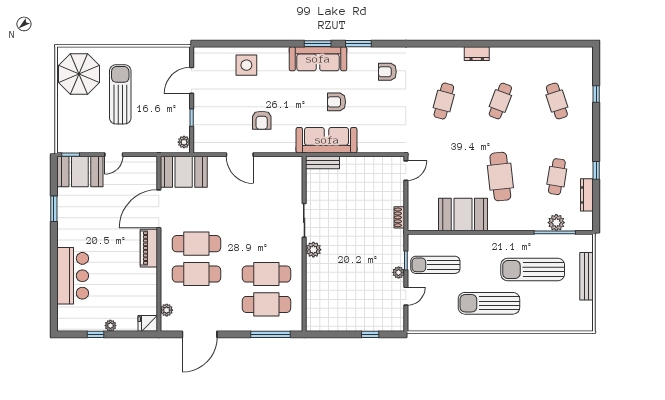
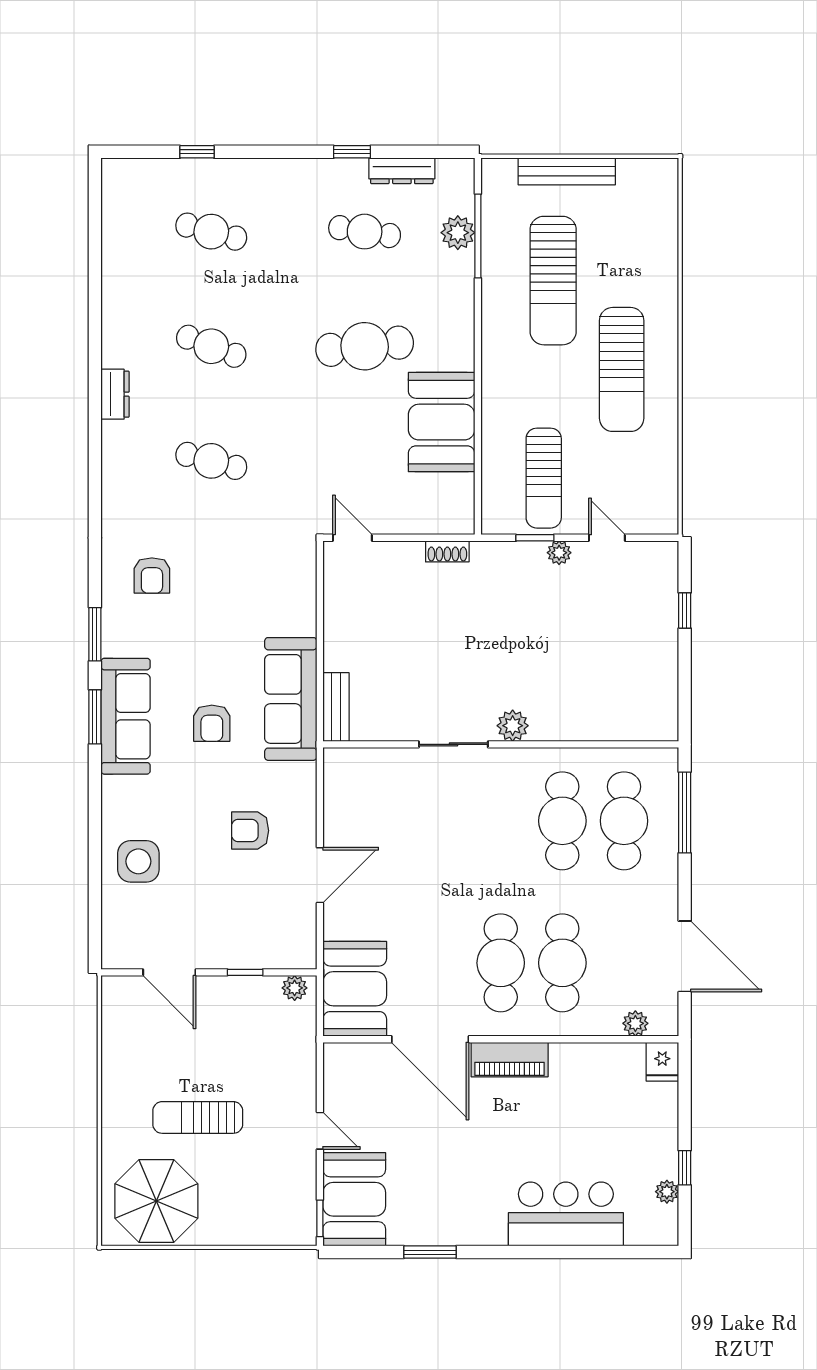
sun lounger: (120, 94) -> (198, 1117), width x0.73, depth x0.75
cafe table: (557, 101) -> (211, 232), turned 33
armchair: (337, 102) -> (212, 723), moved
armchair: (262, 120) -> (250, 831), turned 180
plant: (110, 326) -> (667, 1192), moved

